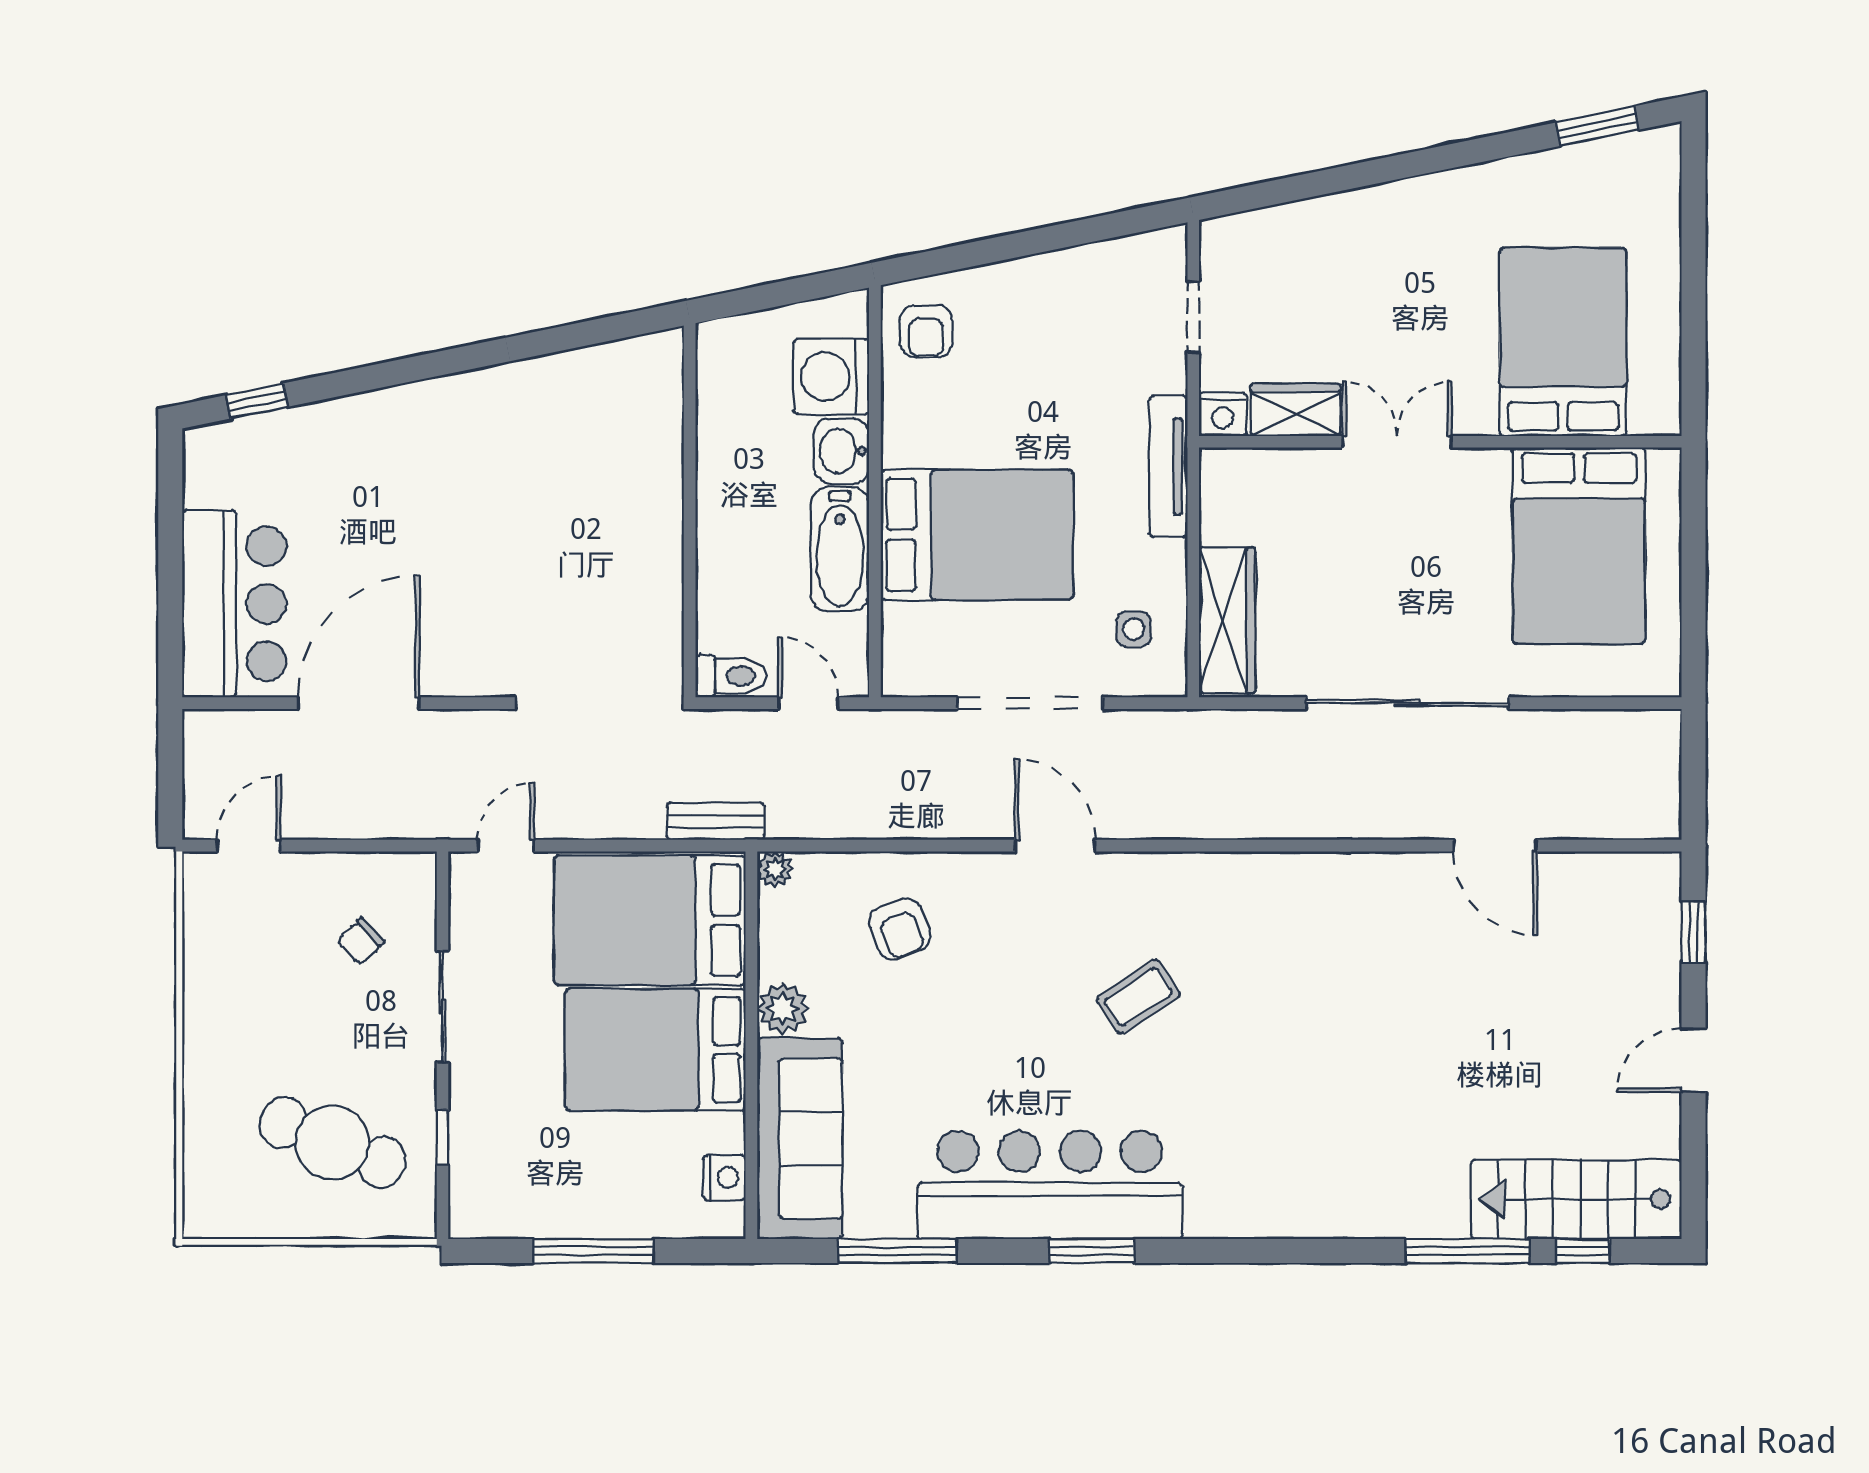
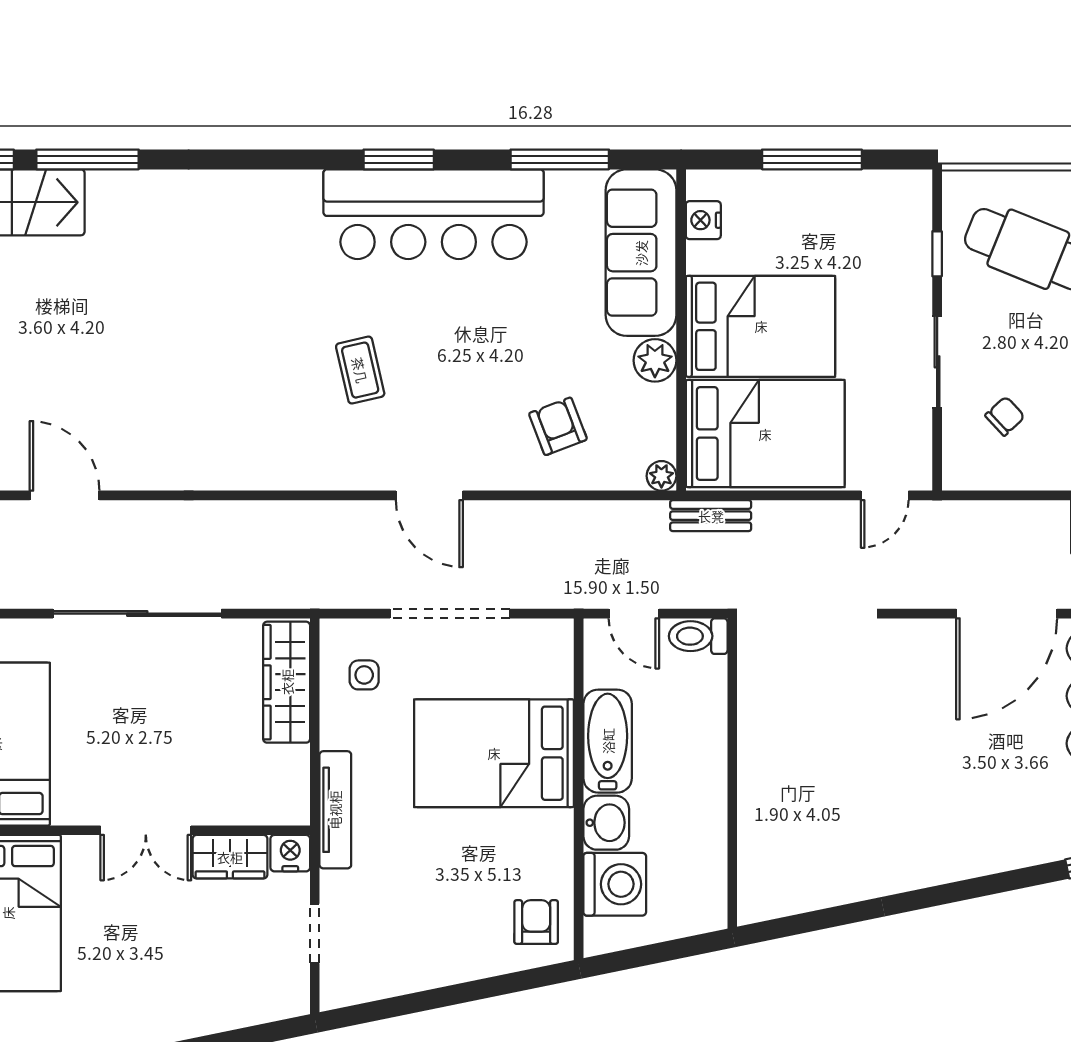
coffee table: (1138, 997) -> (360, 370), turned -70

